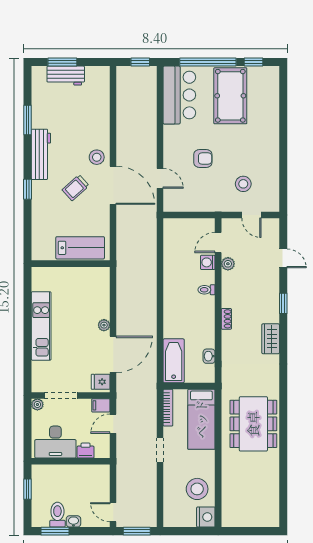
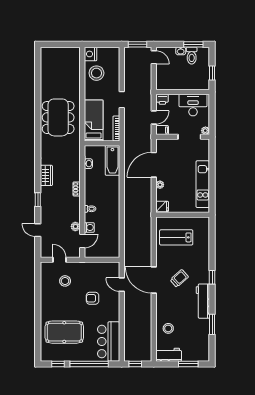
workbench: (66, 76) -> (169, 355), moved
pool table: (230, 96) -> (64, 332), moved, turned 90
stool: (97, 157) -> (168, 328), moved
wall: (71, 264) -> (183, 215), moved
fridge: (101, 382) -> (162, 206), moved
printer: (86, 451) -> (162, 99), moved

